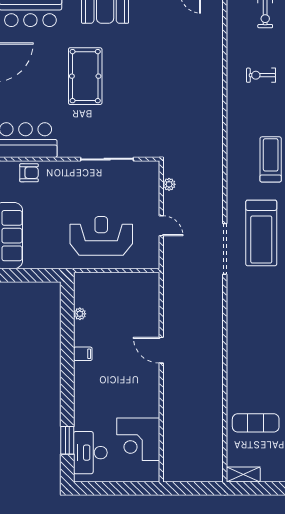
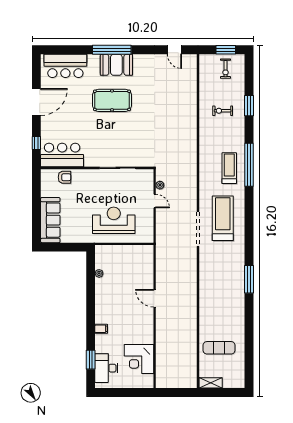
pool table: (85, 76) -> (112, 100), moved, turned 90
door: (161, 226) -> (155, 201), moved
treadmill: (261, 233) -> (223, 218), turned 180
filing cabinet: (83, 354) -> (101, 329), moved

